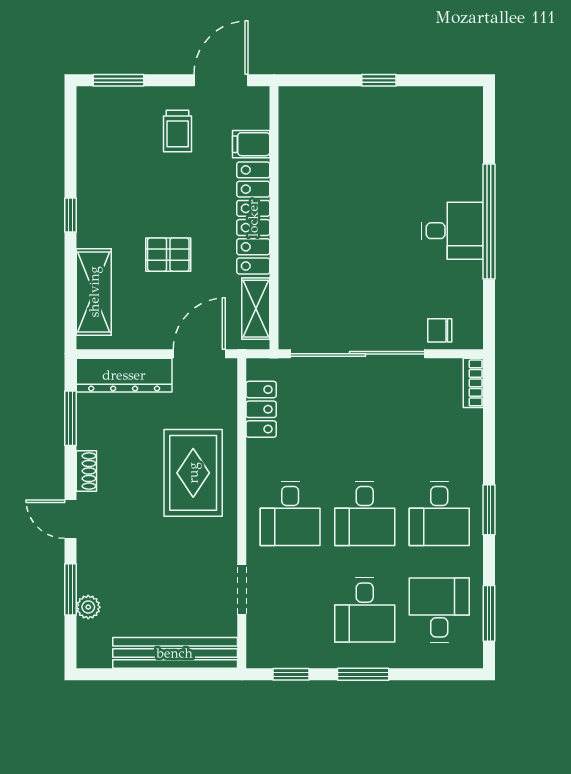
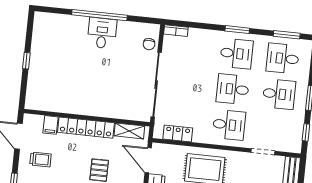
desk: (365, 513) -> (233, 89), turned 180

